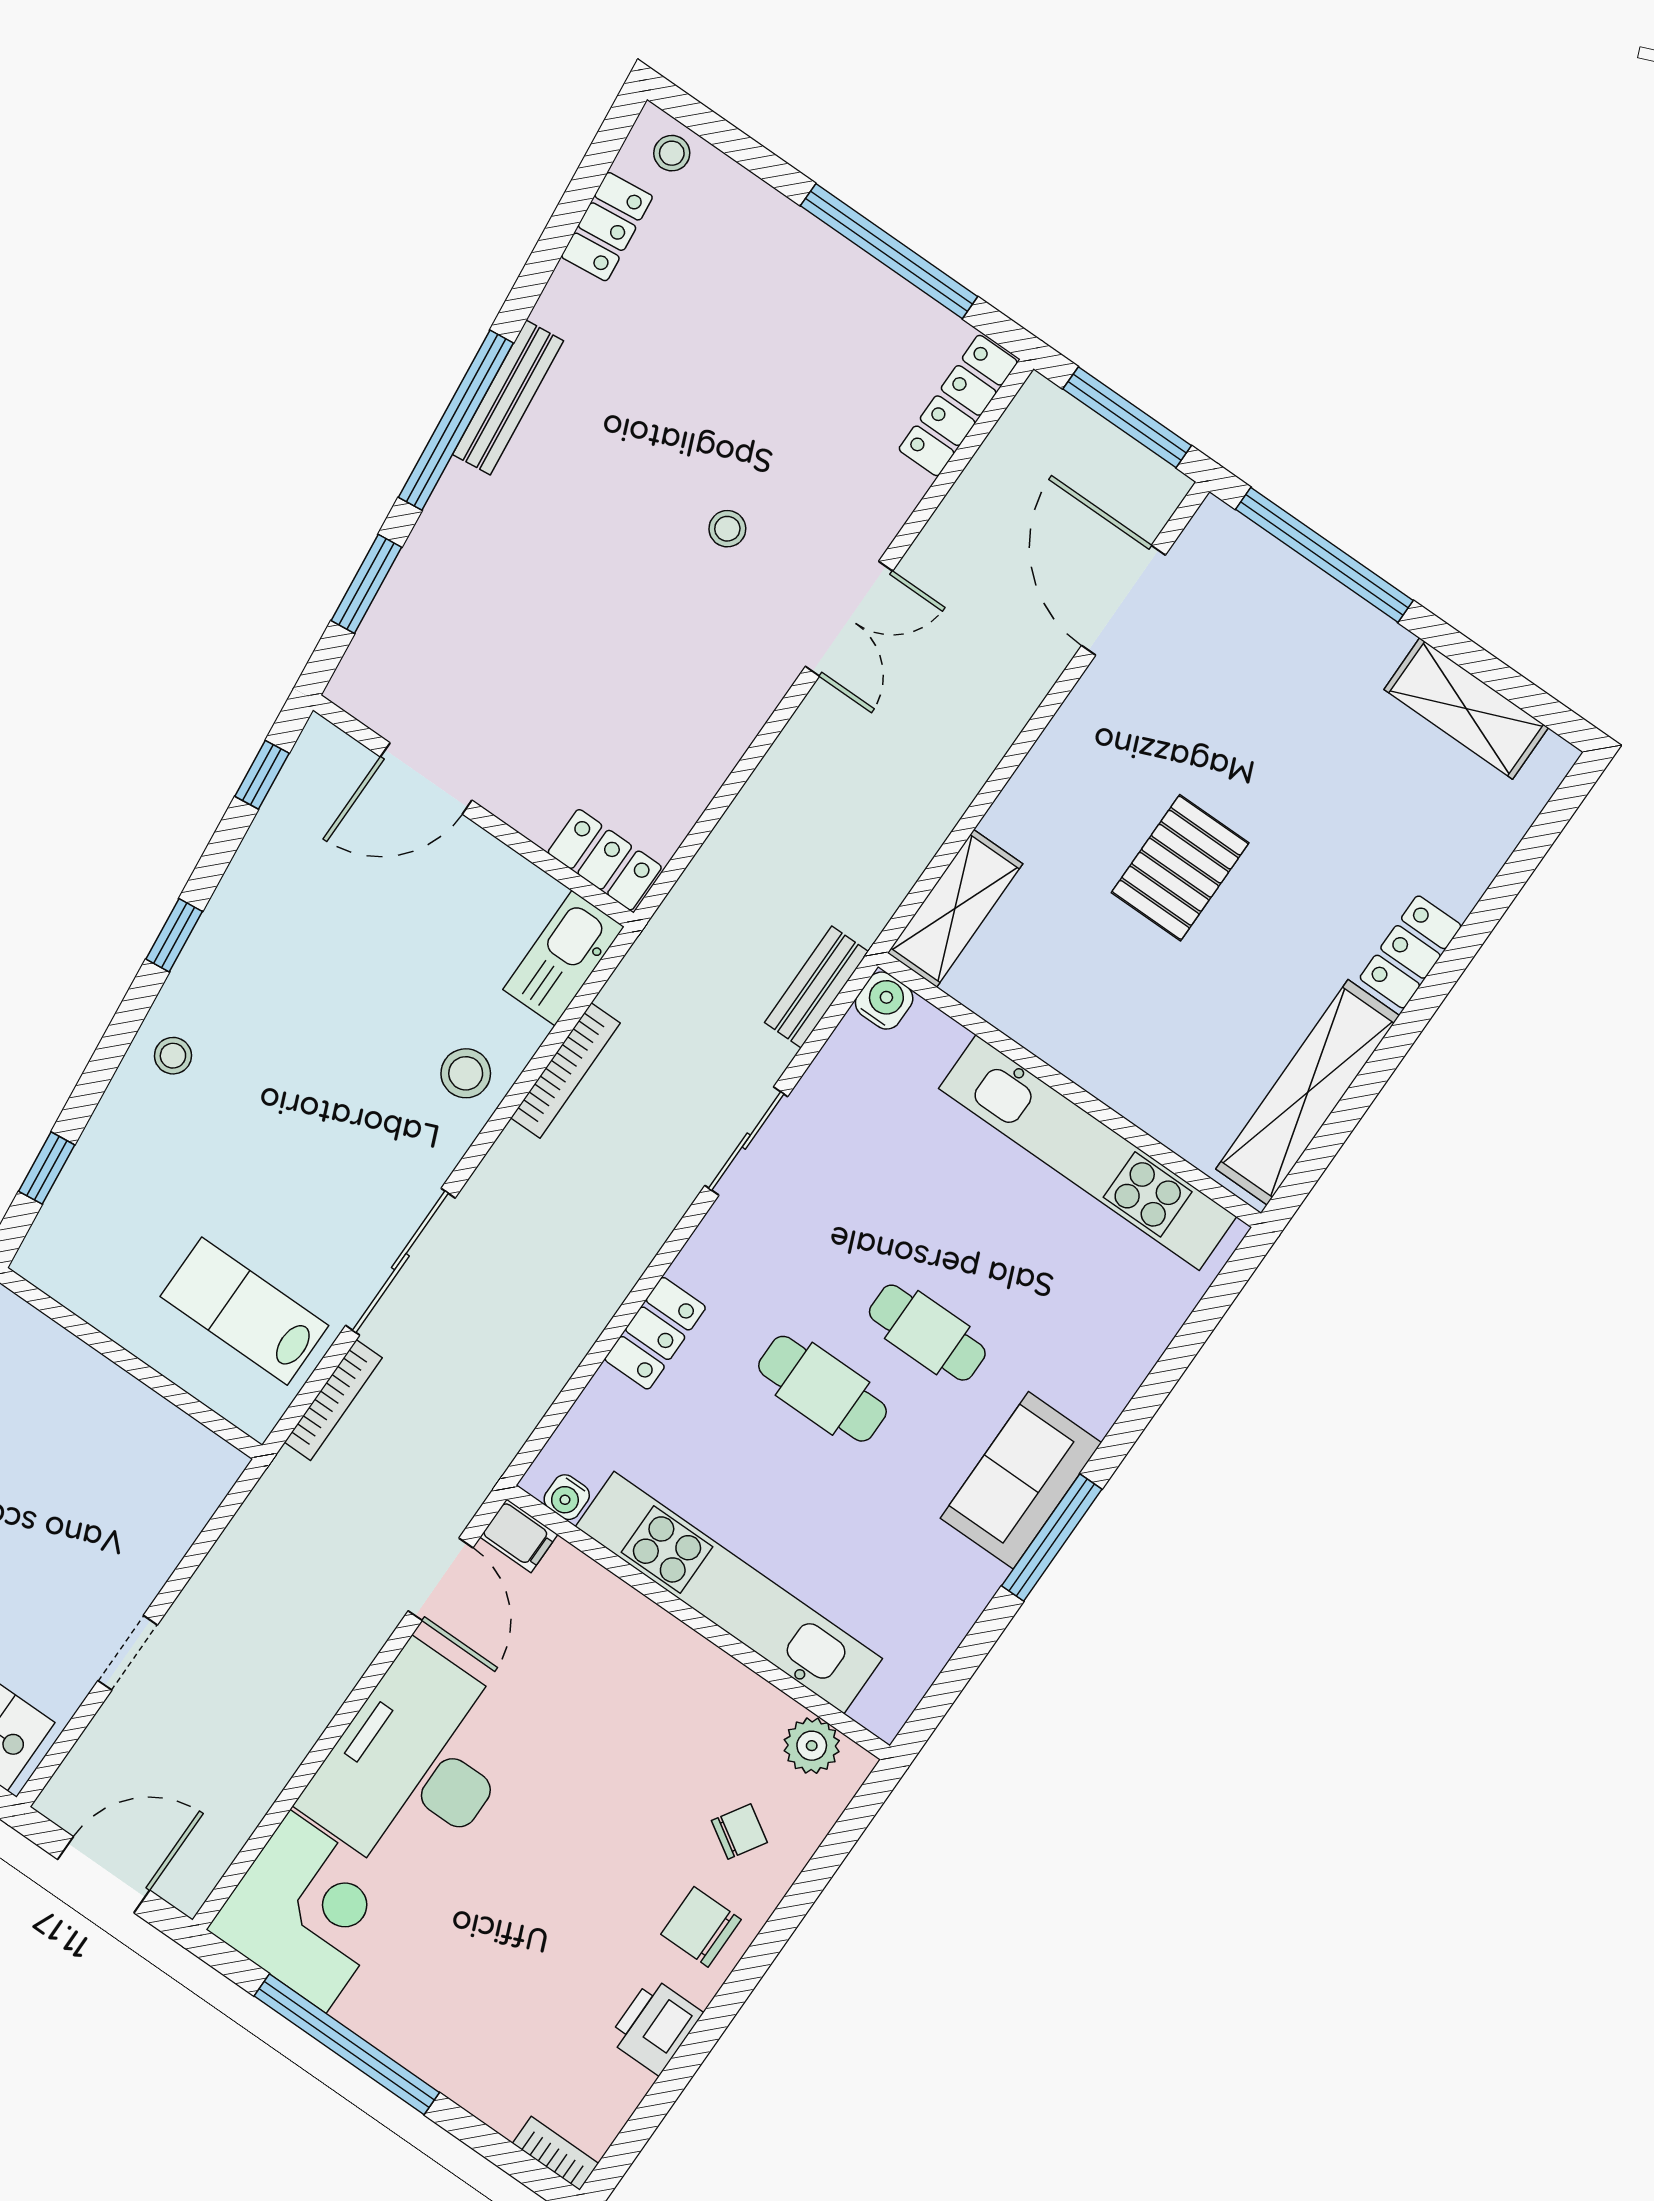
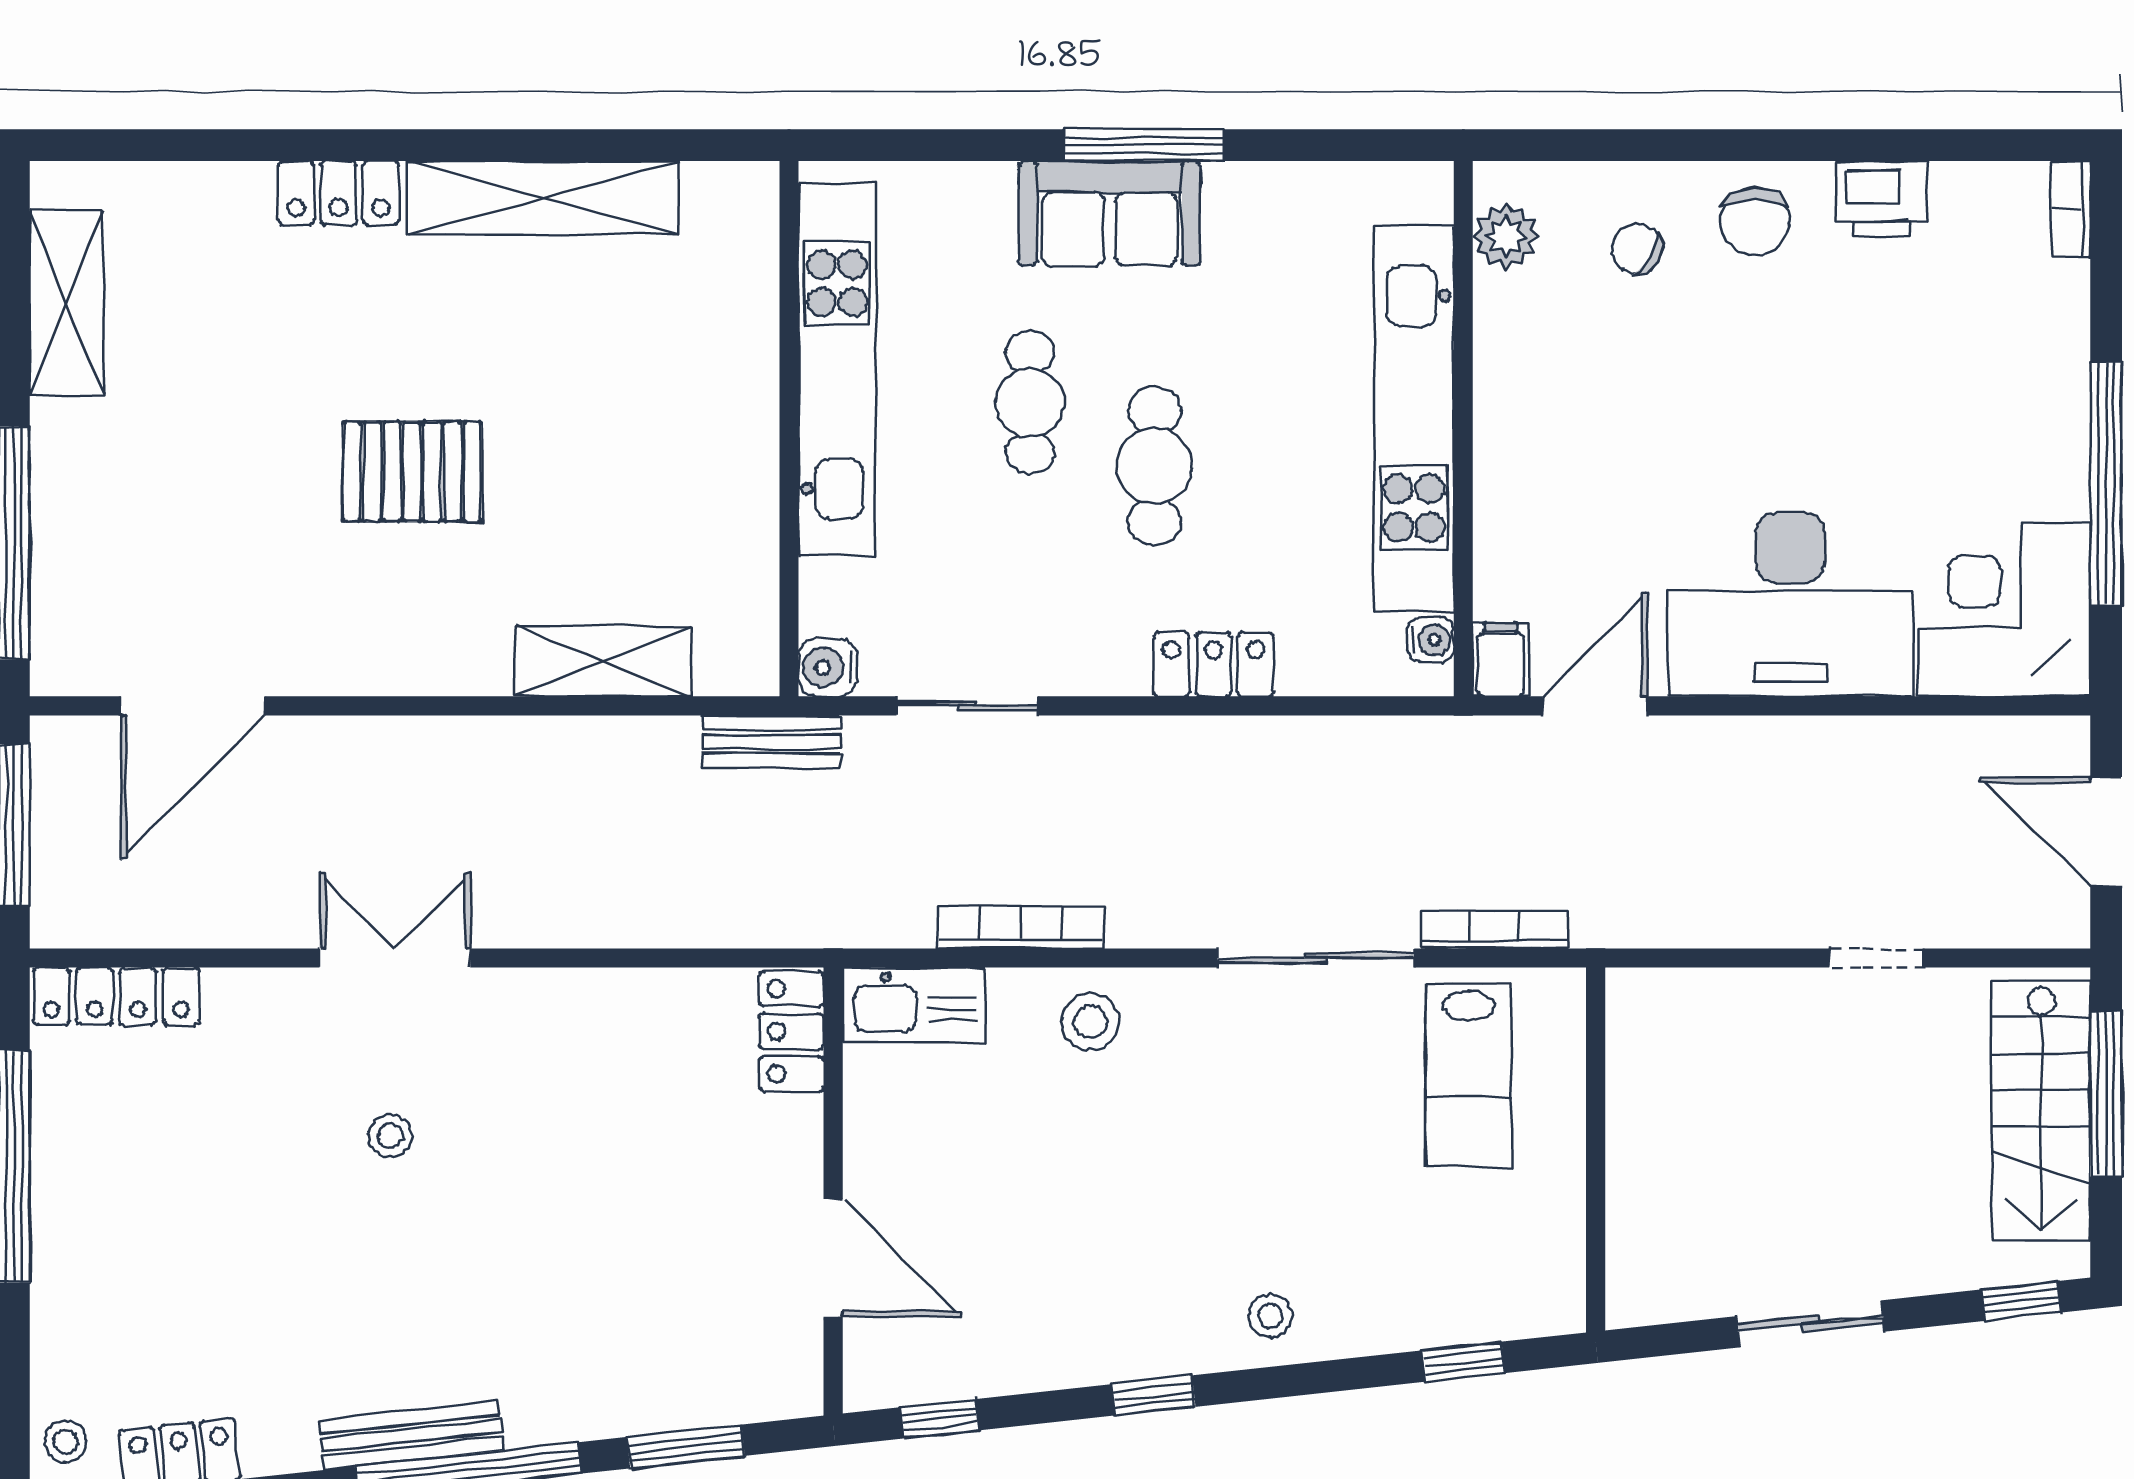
water cooler: (884, 1001) -> (827, 667), moved
wall: (1070, 1090) -> (789, 429), moved
kitchen unit: (1088, 1153) -> (837, 369), moved

